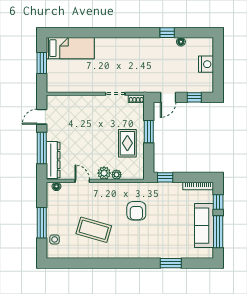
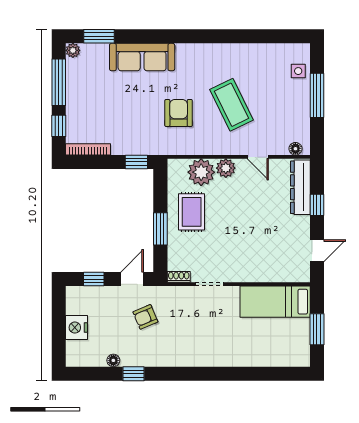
bed: (70, 48) -> (275, 302), moved
armchair: (159, 71) -> (145, 317), added
window: (42, 148) -> (317, 205), width x0.46
plant: (117, 175) -> (201, 172), width x1.87, depth x1.87
sofa: (204, 226) -> (142, 57), moved, turned 90
coffee table: (94, 230) -> (231, 105), moved, turned 48
plant: (209, 254) -> (73, 50), added
window: (171, 263) -> (99, 36), moved

